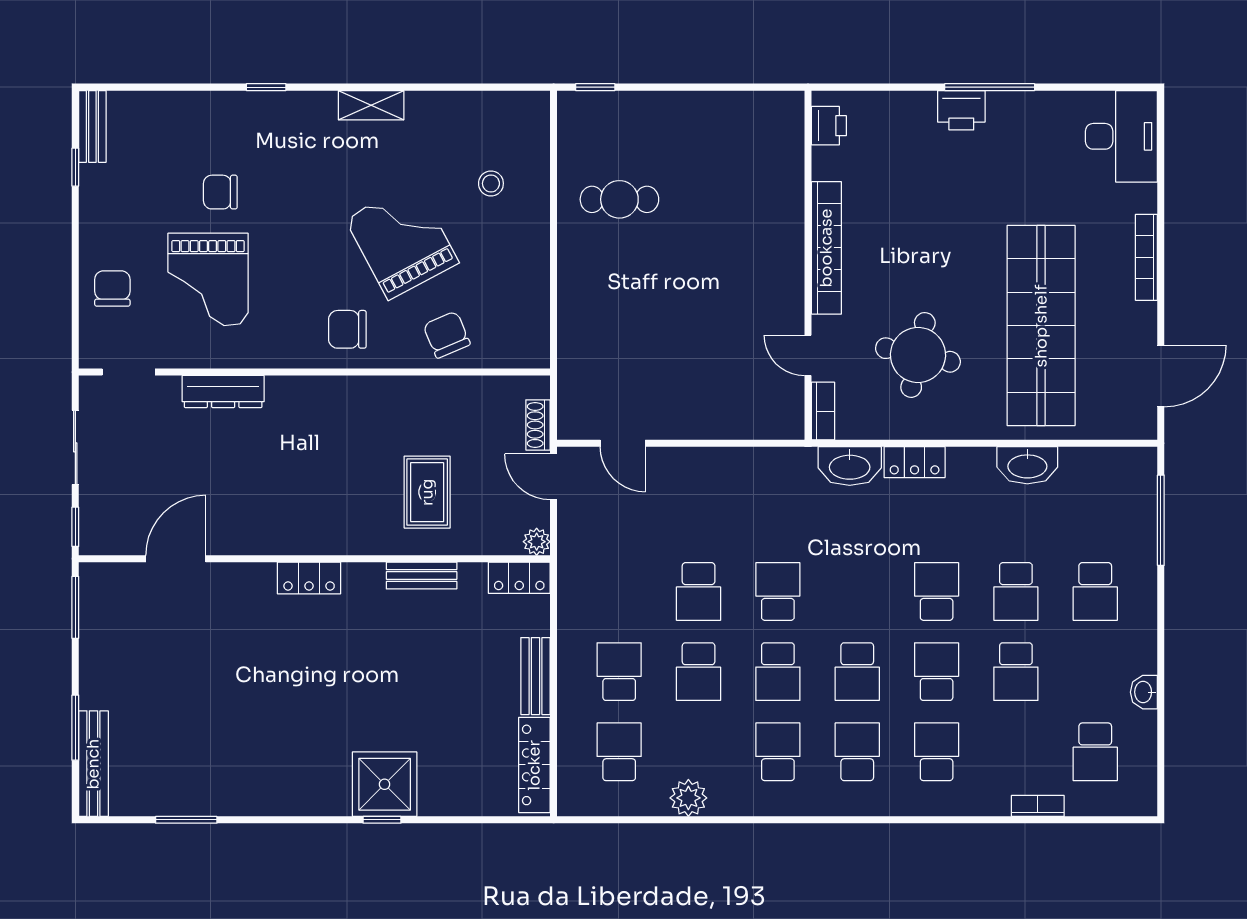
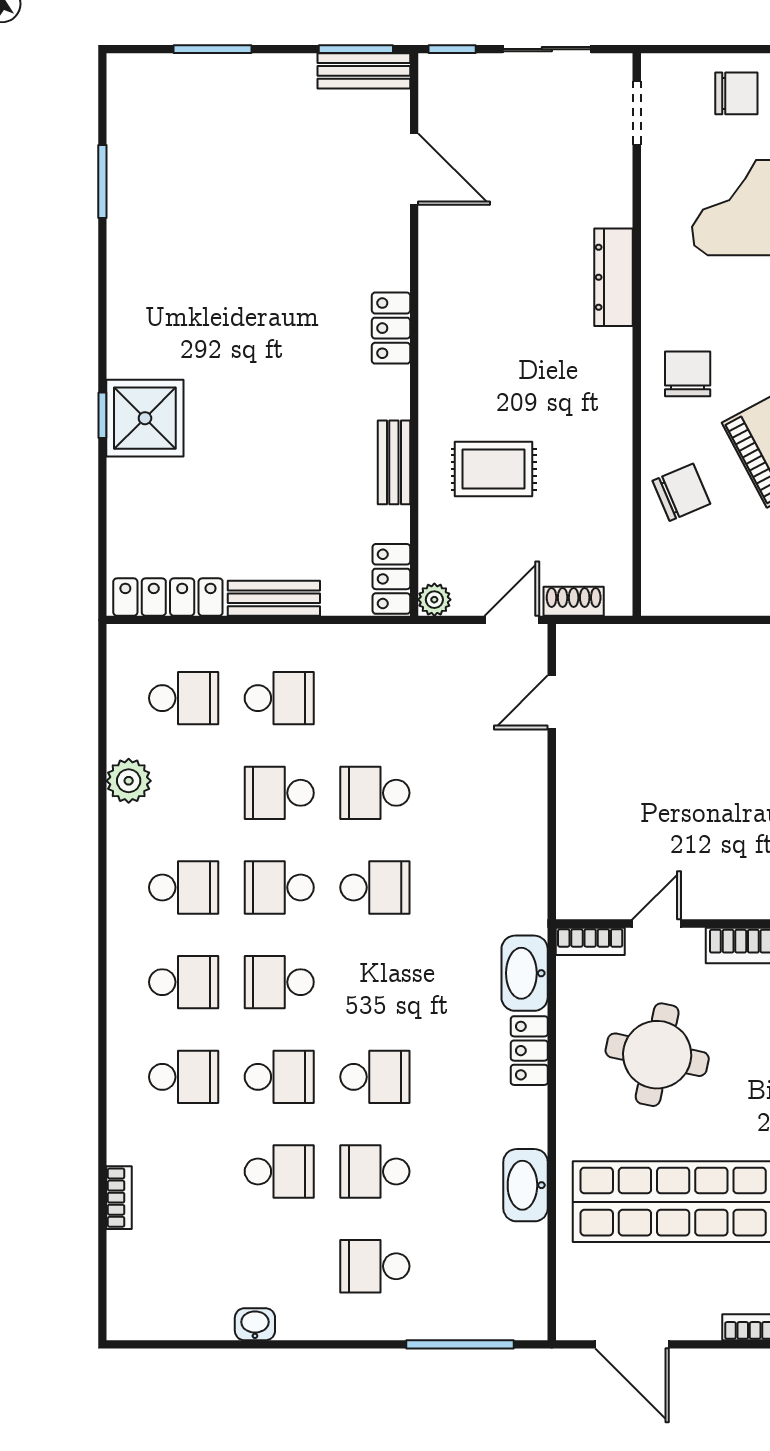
dresser: (223, 391) -> (614, 277), moved
school desk: (1016, 672) -> (279, 1172), turned 180
school desk: (1095, 752) -> (184, 1266), removed
bench: (93, 764) -> (364, 71), moved, width x0.73

